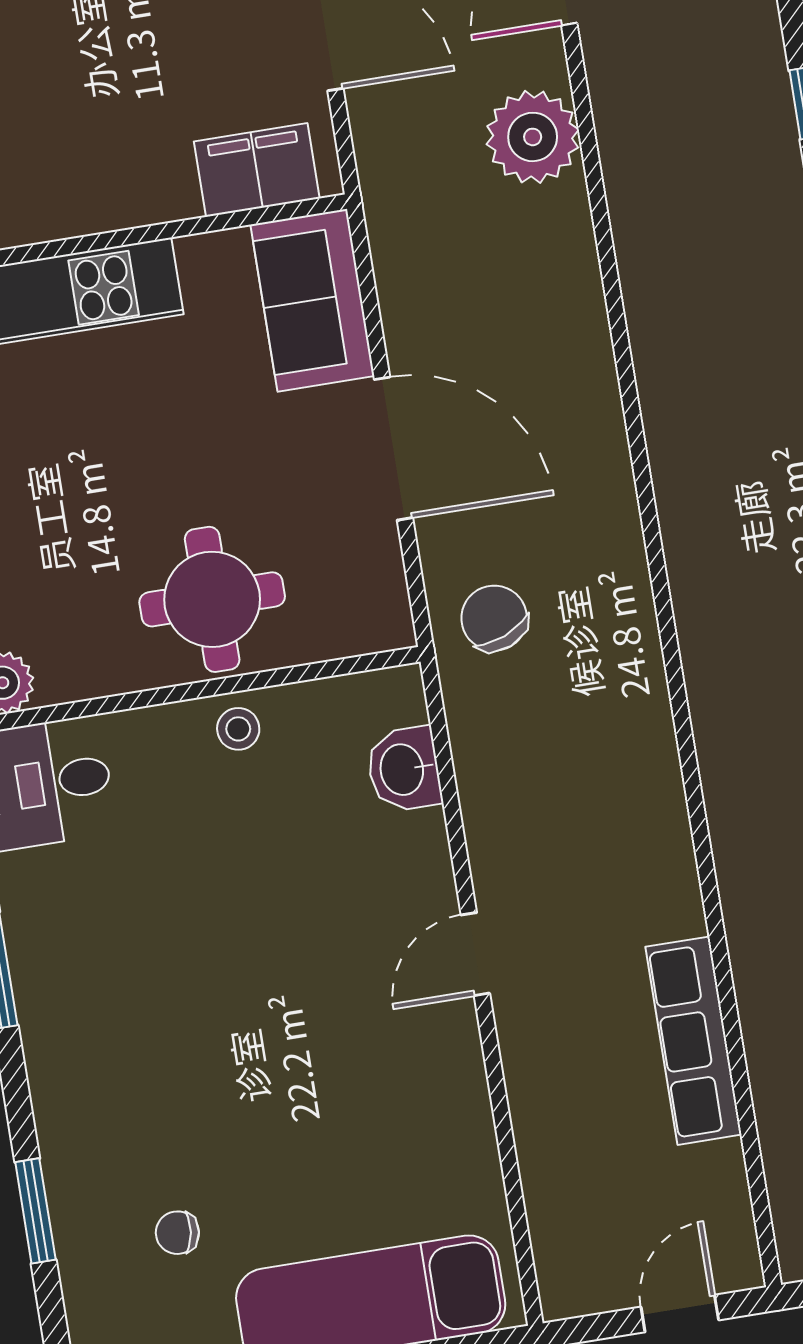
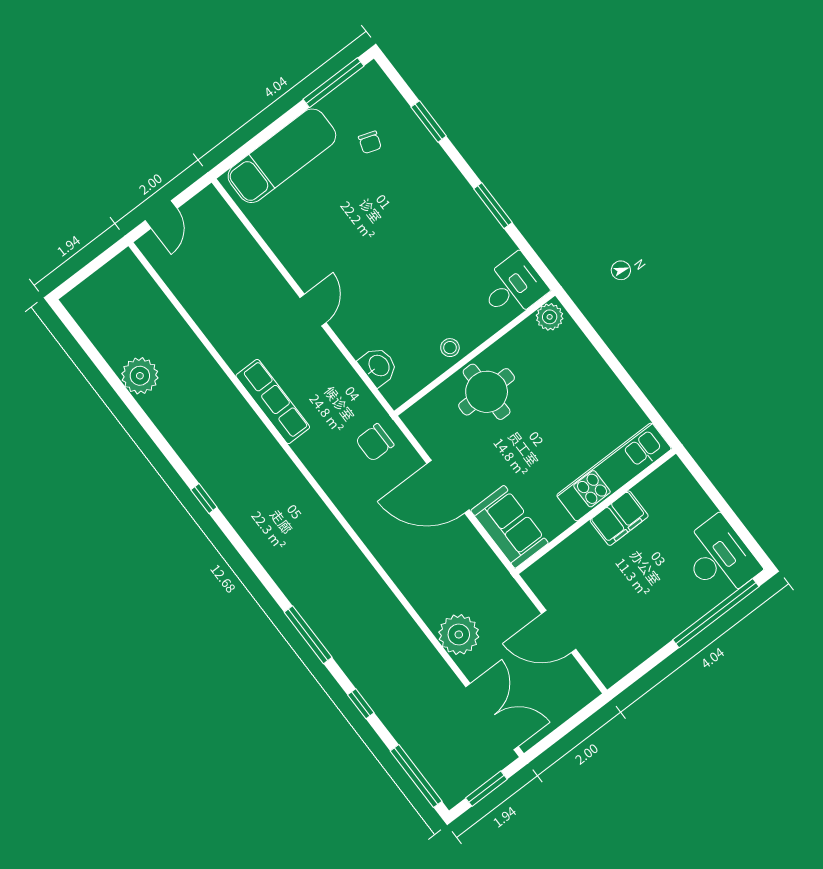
filing cabinet: (257, 170) -> (619, 518), moved
chair: (494, 618) -> (375, 442), turned 112
row of seats: (694, 1041) -> (273, 402), moved
chair: (177, 1233) -> (370, 142), turned 101

